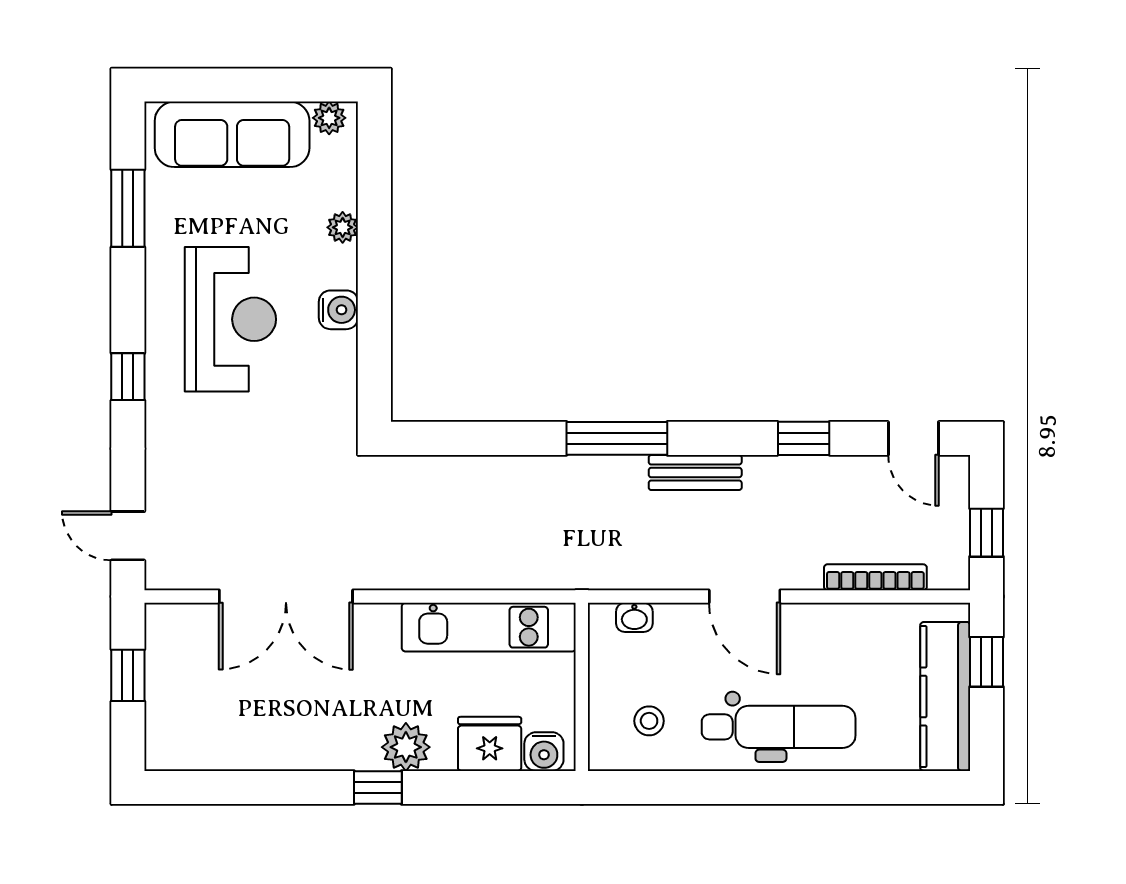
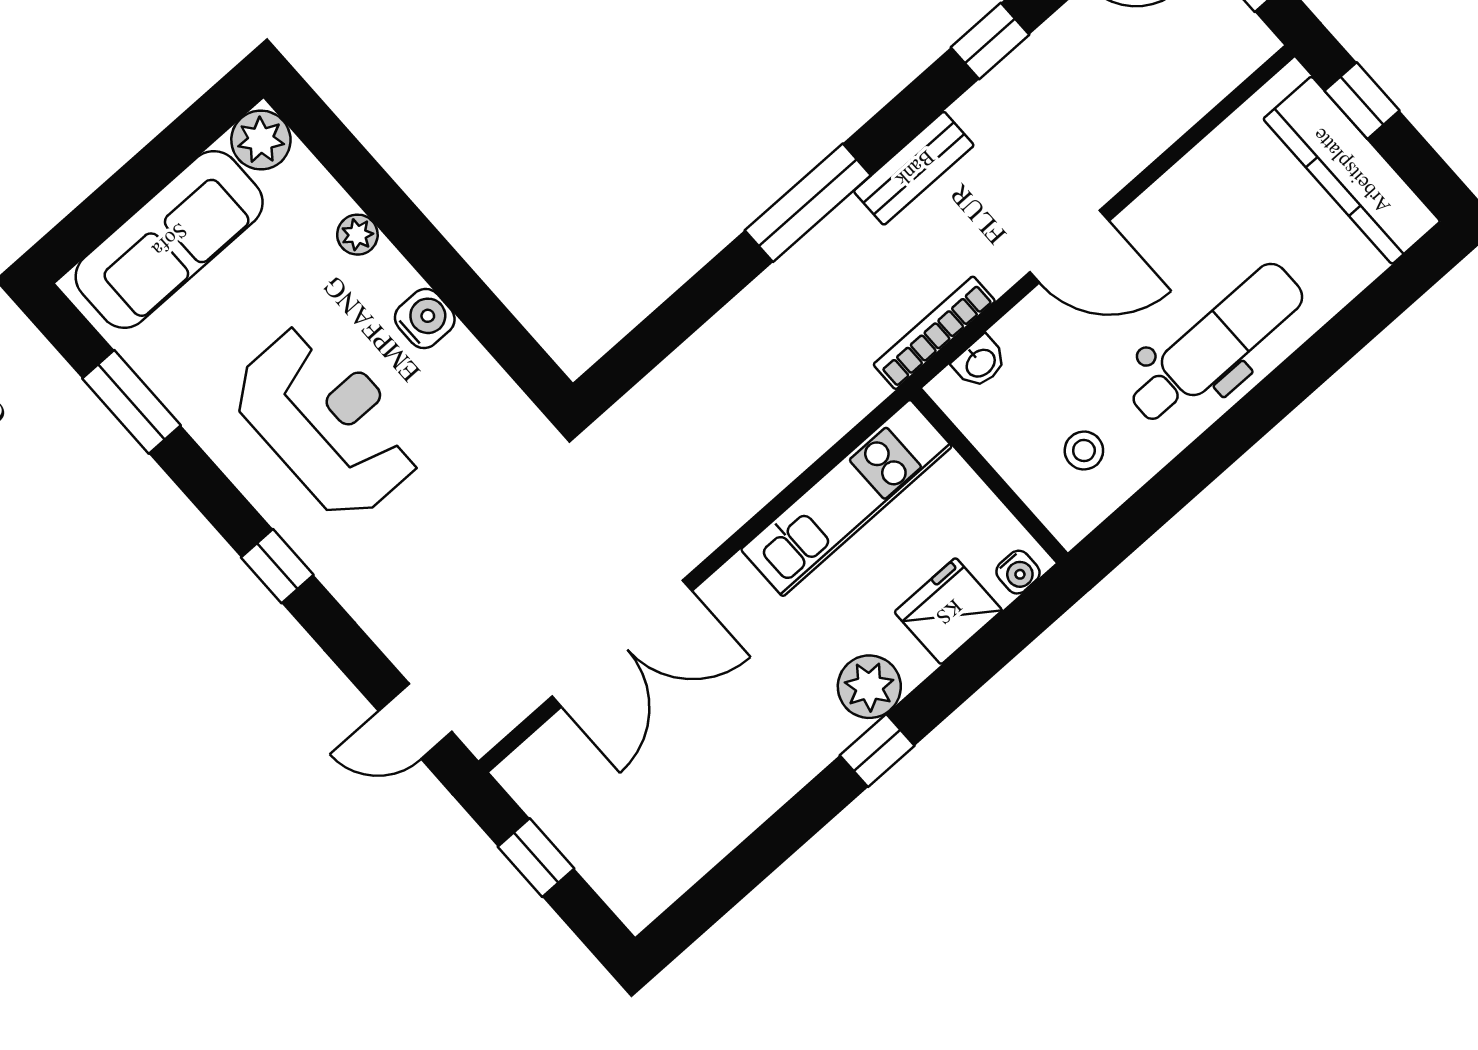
plant: (329, 118) -> (261, 140), width x1.38, depth x1.38
bookcase: (875, 577) -> (934, 333), moved
water cooler: (544, 752) -> (1018, 572), width x0.72, depth x0.72

